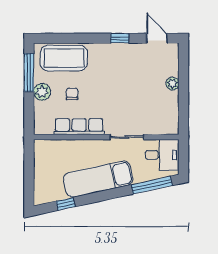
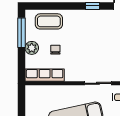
coffee table: (64, 58) -> (49, 21), width x0.73, depth x0.76
row of seats: (79, 127) -> (45, 75), moved

